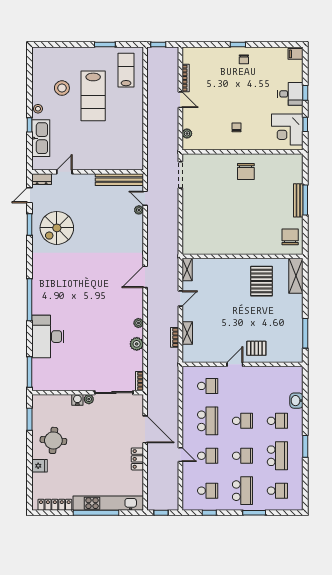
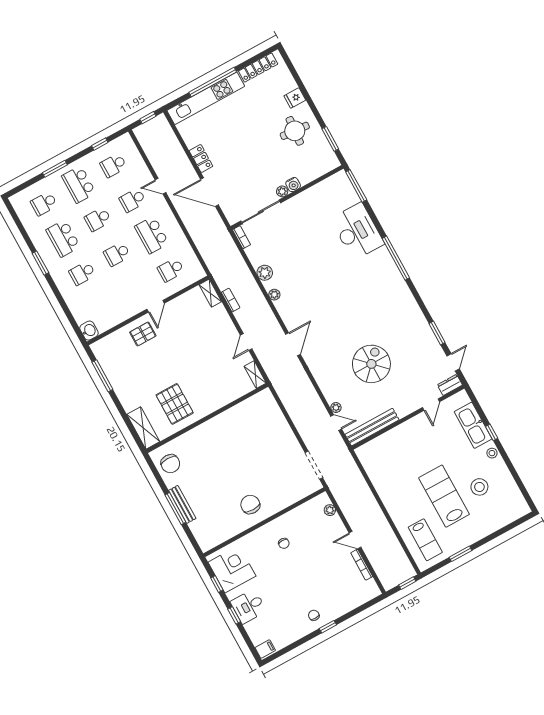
spiral stairs: (57, 228) -> (371, 364), moved
shelving: (187, 333) -> (210, 293), moved
washbasin: (296, 401) -> (89, 331), moved

